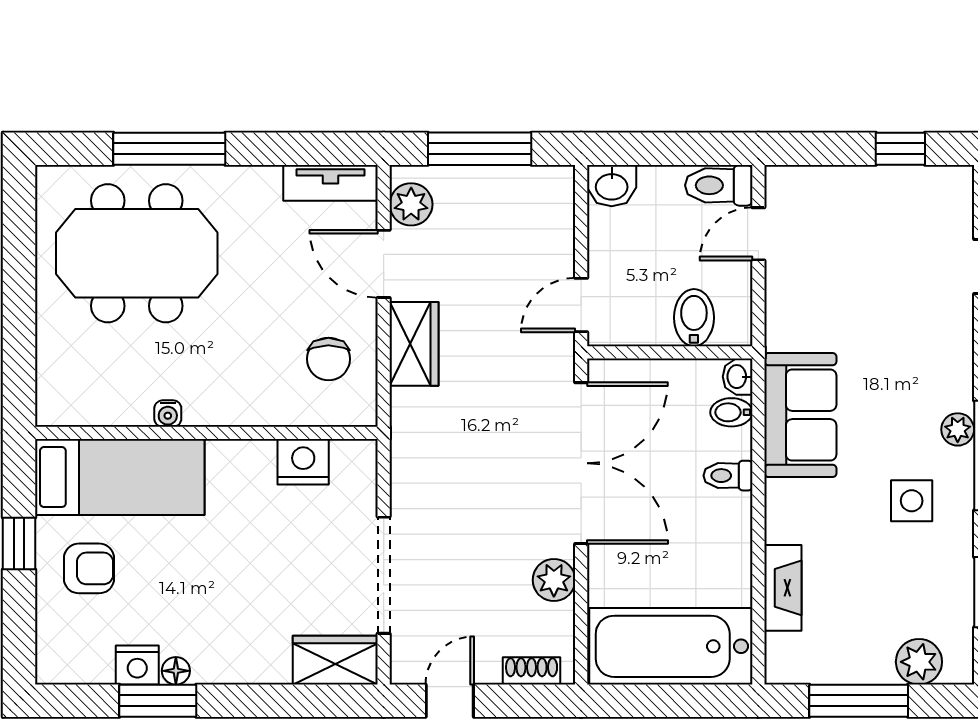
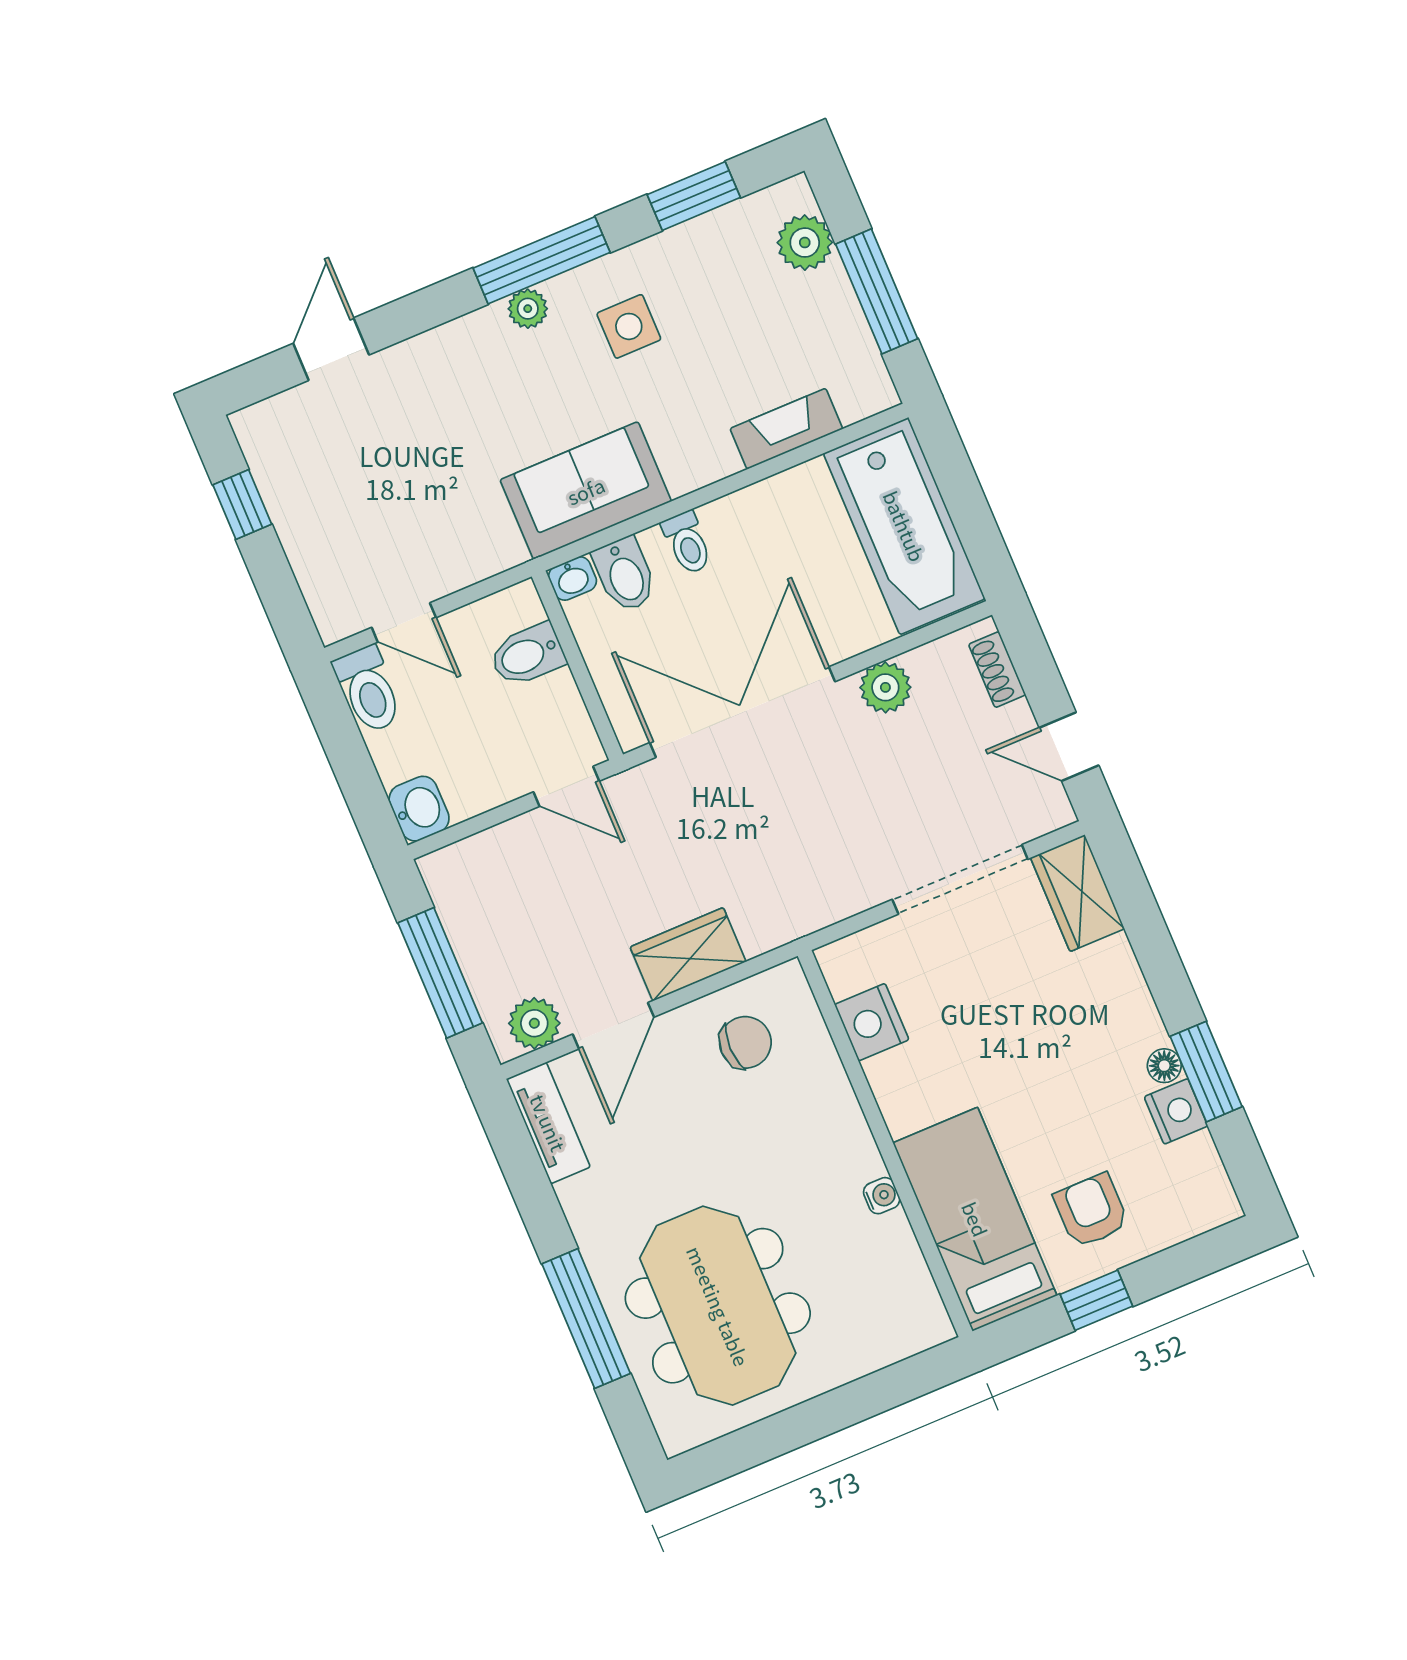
bidet: (731, 412) -> (625, 575), width x1.38, depth x1.36

